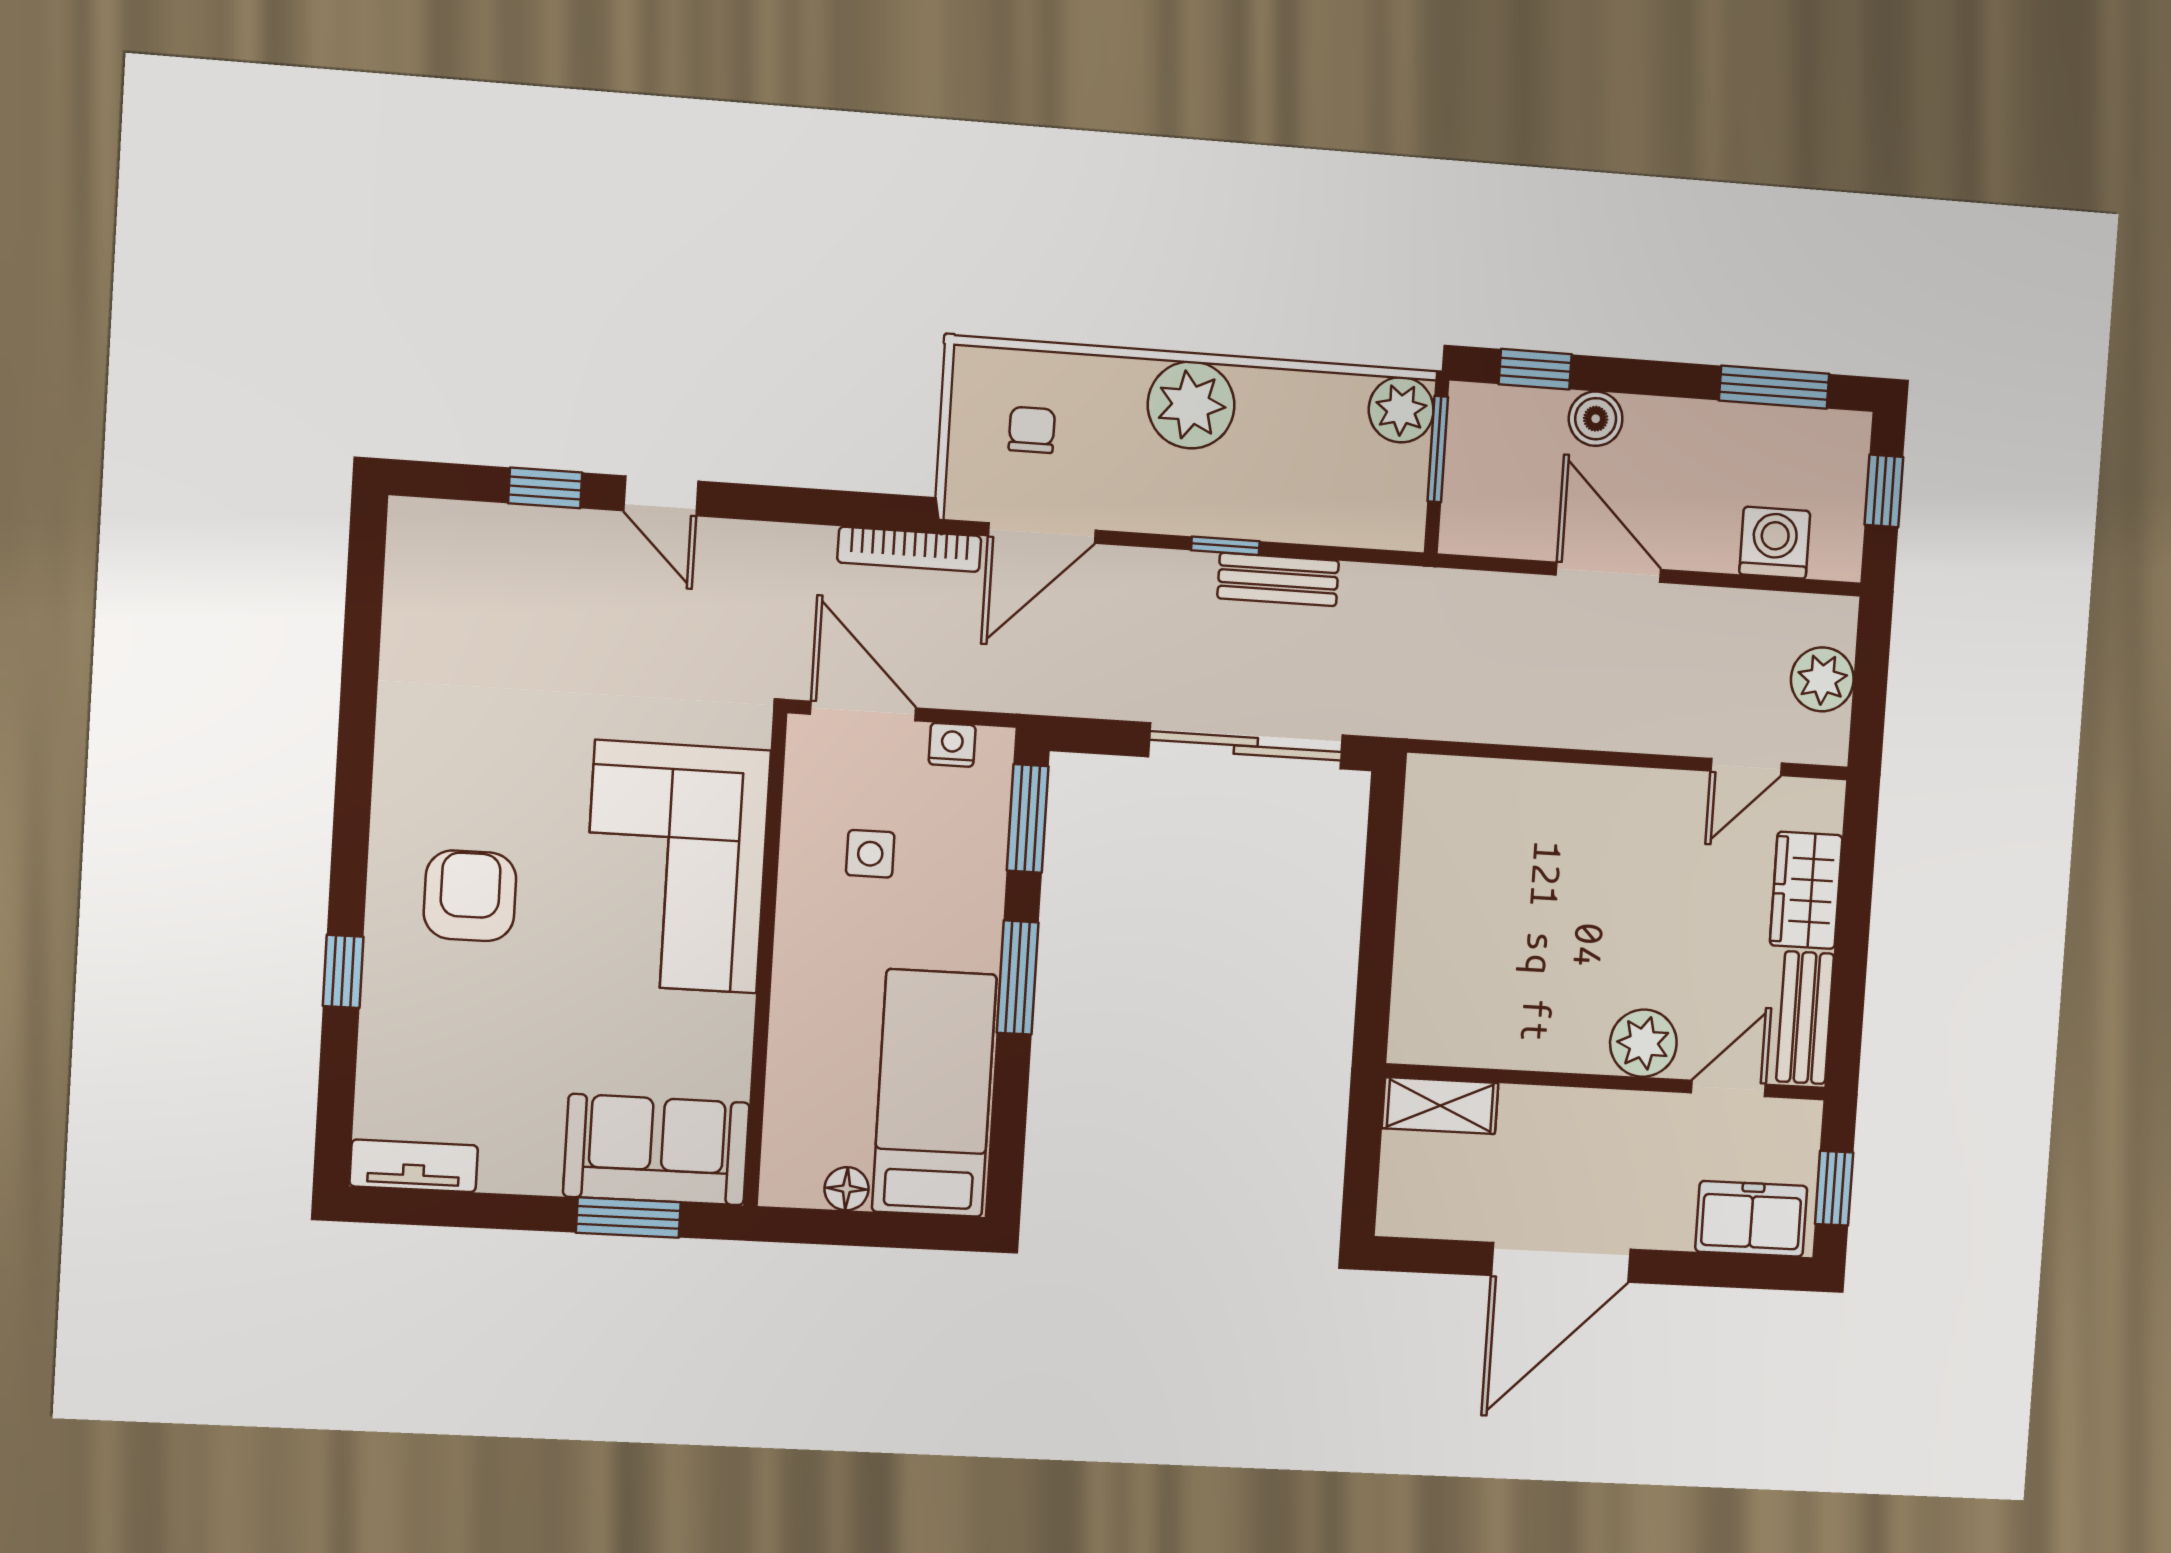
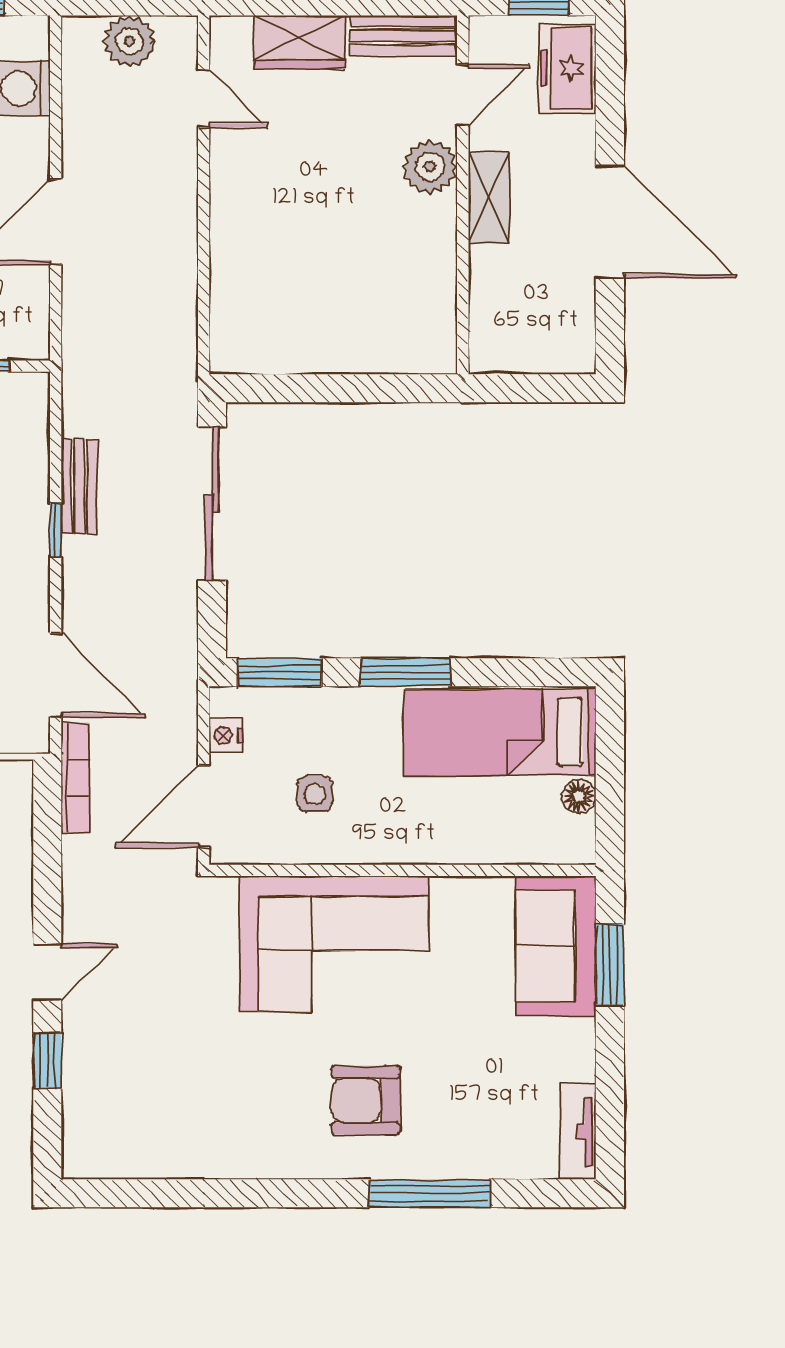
window: (343, 971) -> (430, 1193), width x2.17
door: (1728, 1088) -> (463, 95), swing flipped
shelving: (1440, 1106) -> (489, 198), moved

